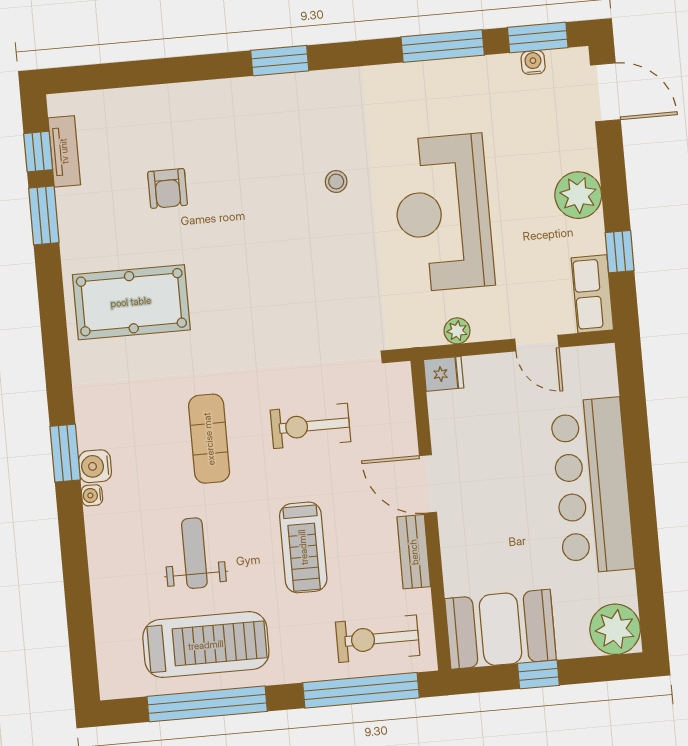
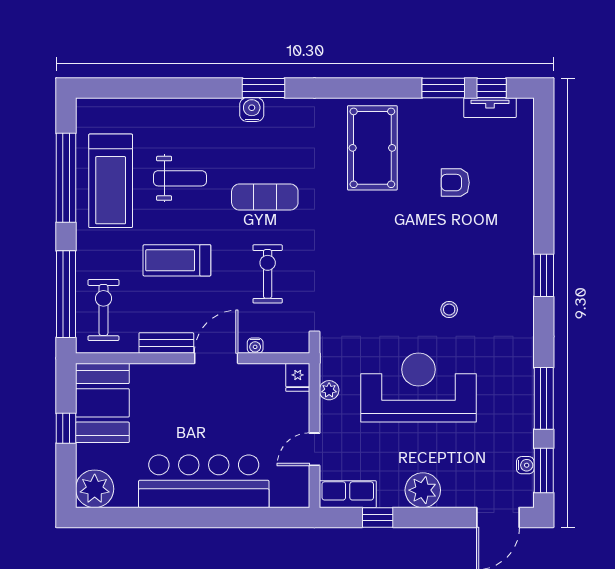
water cooler: (92, 495) -> (255, 346), moved, turned 180

